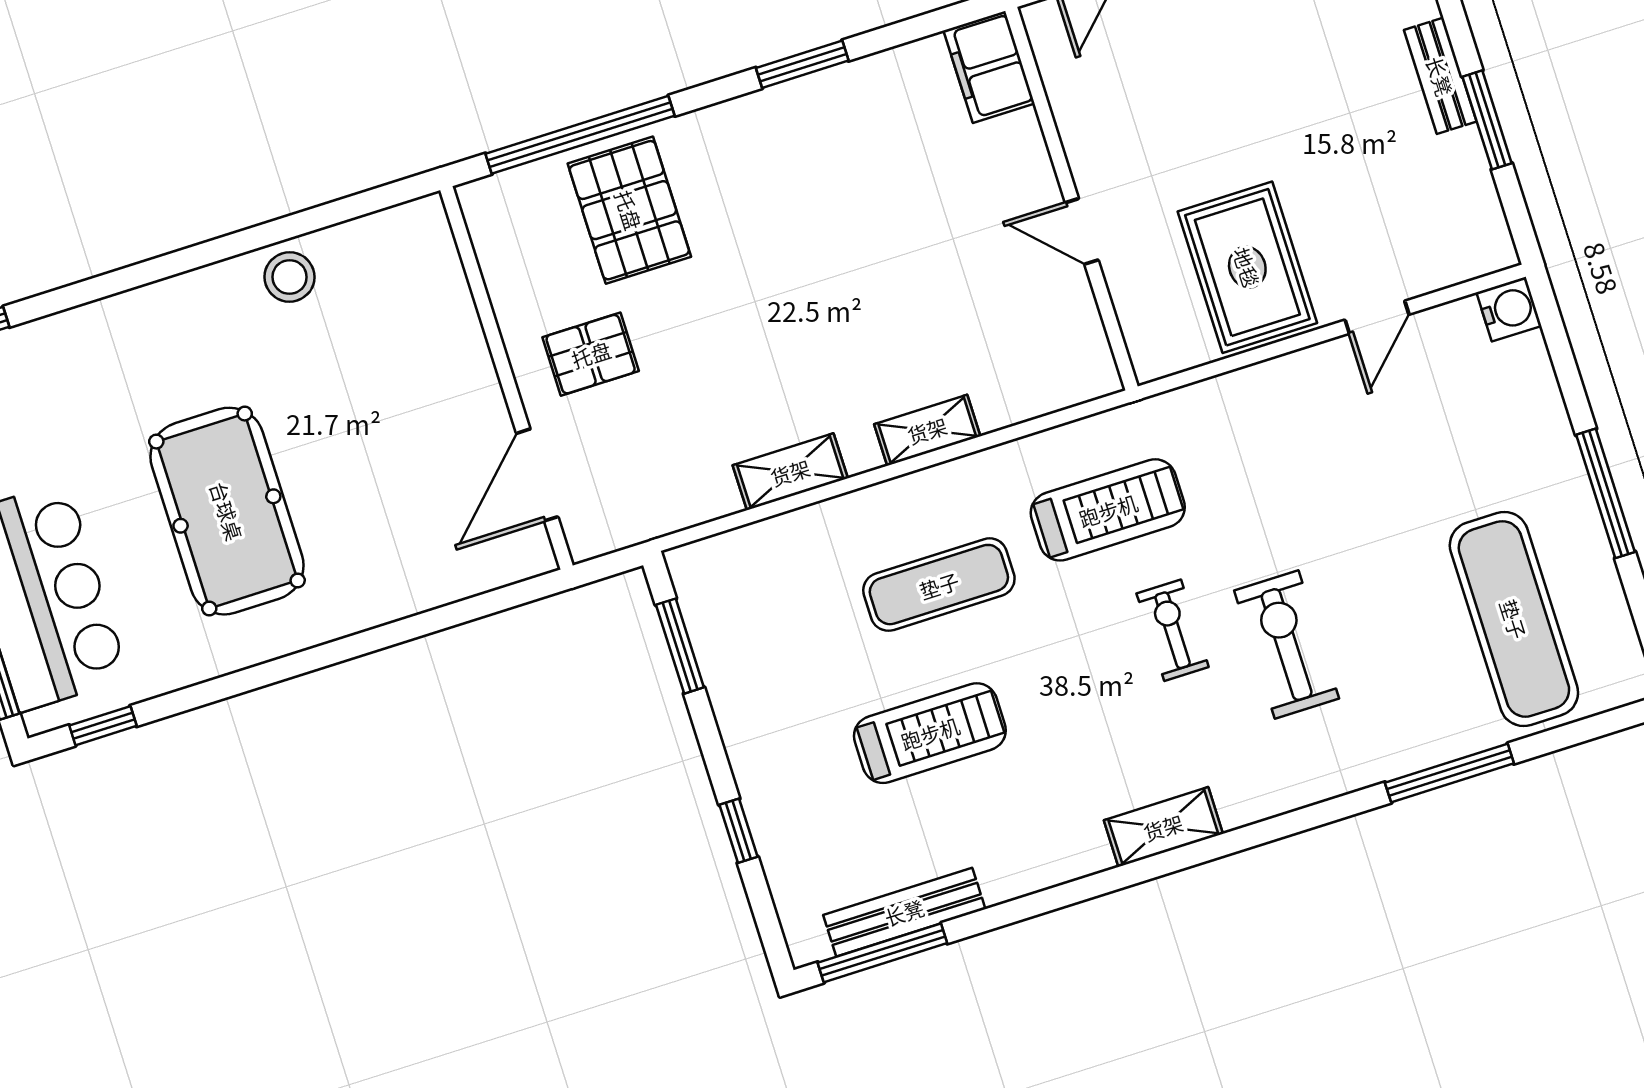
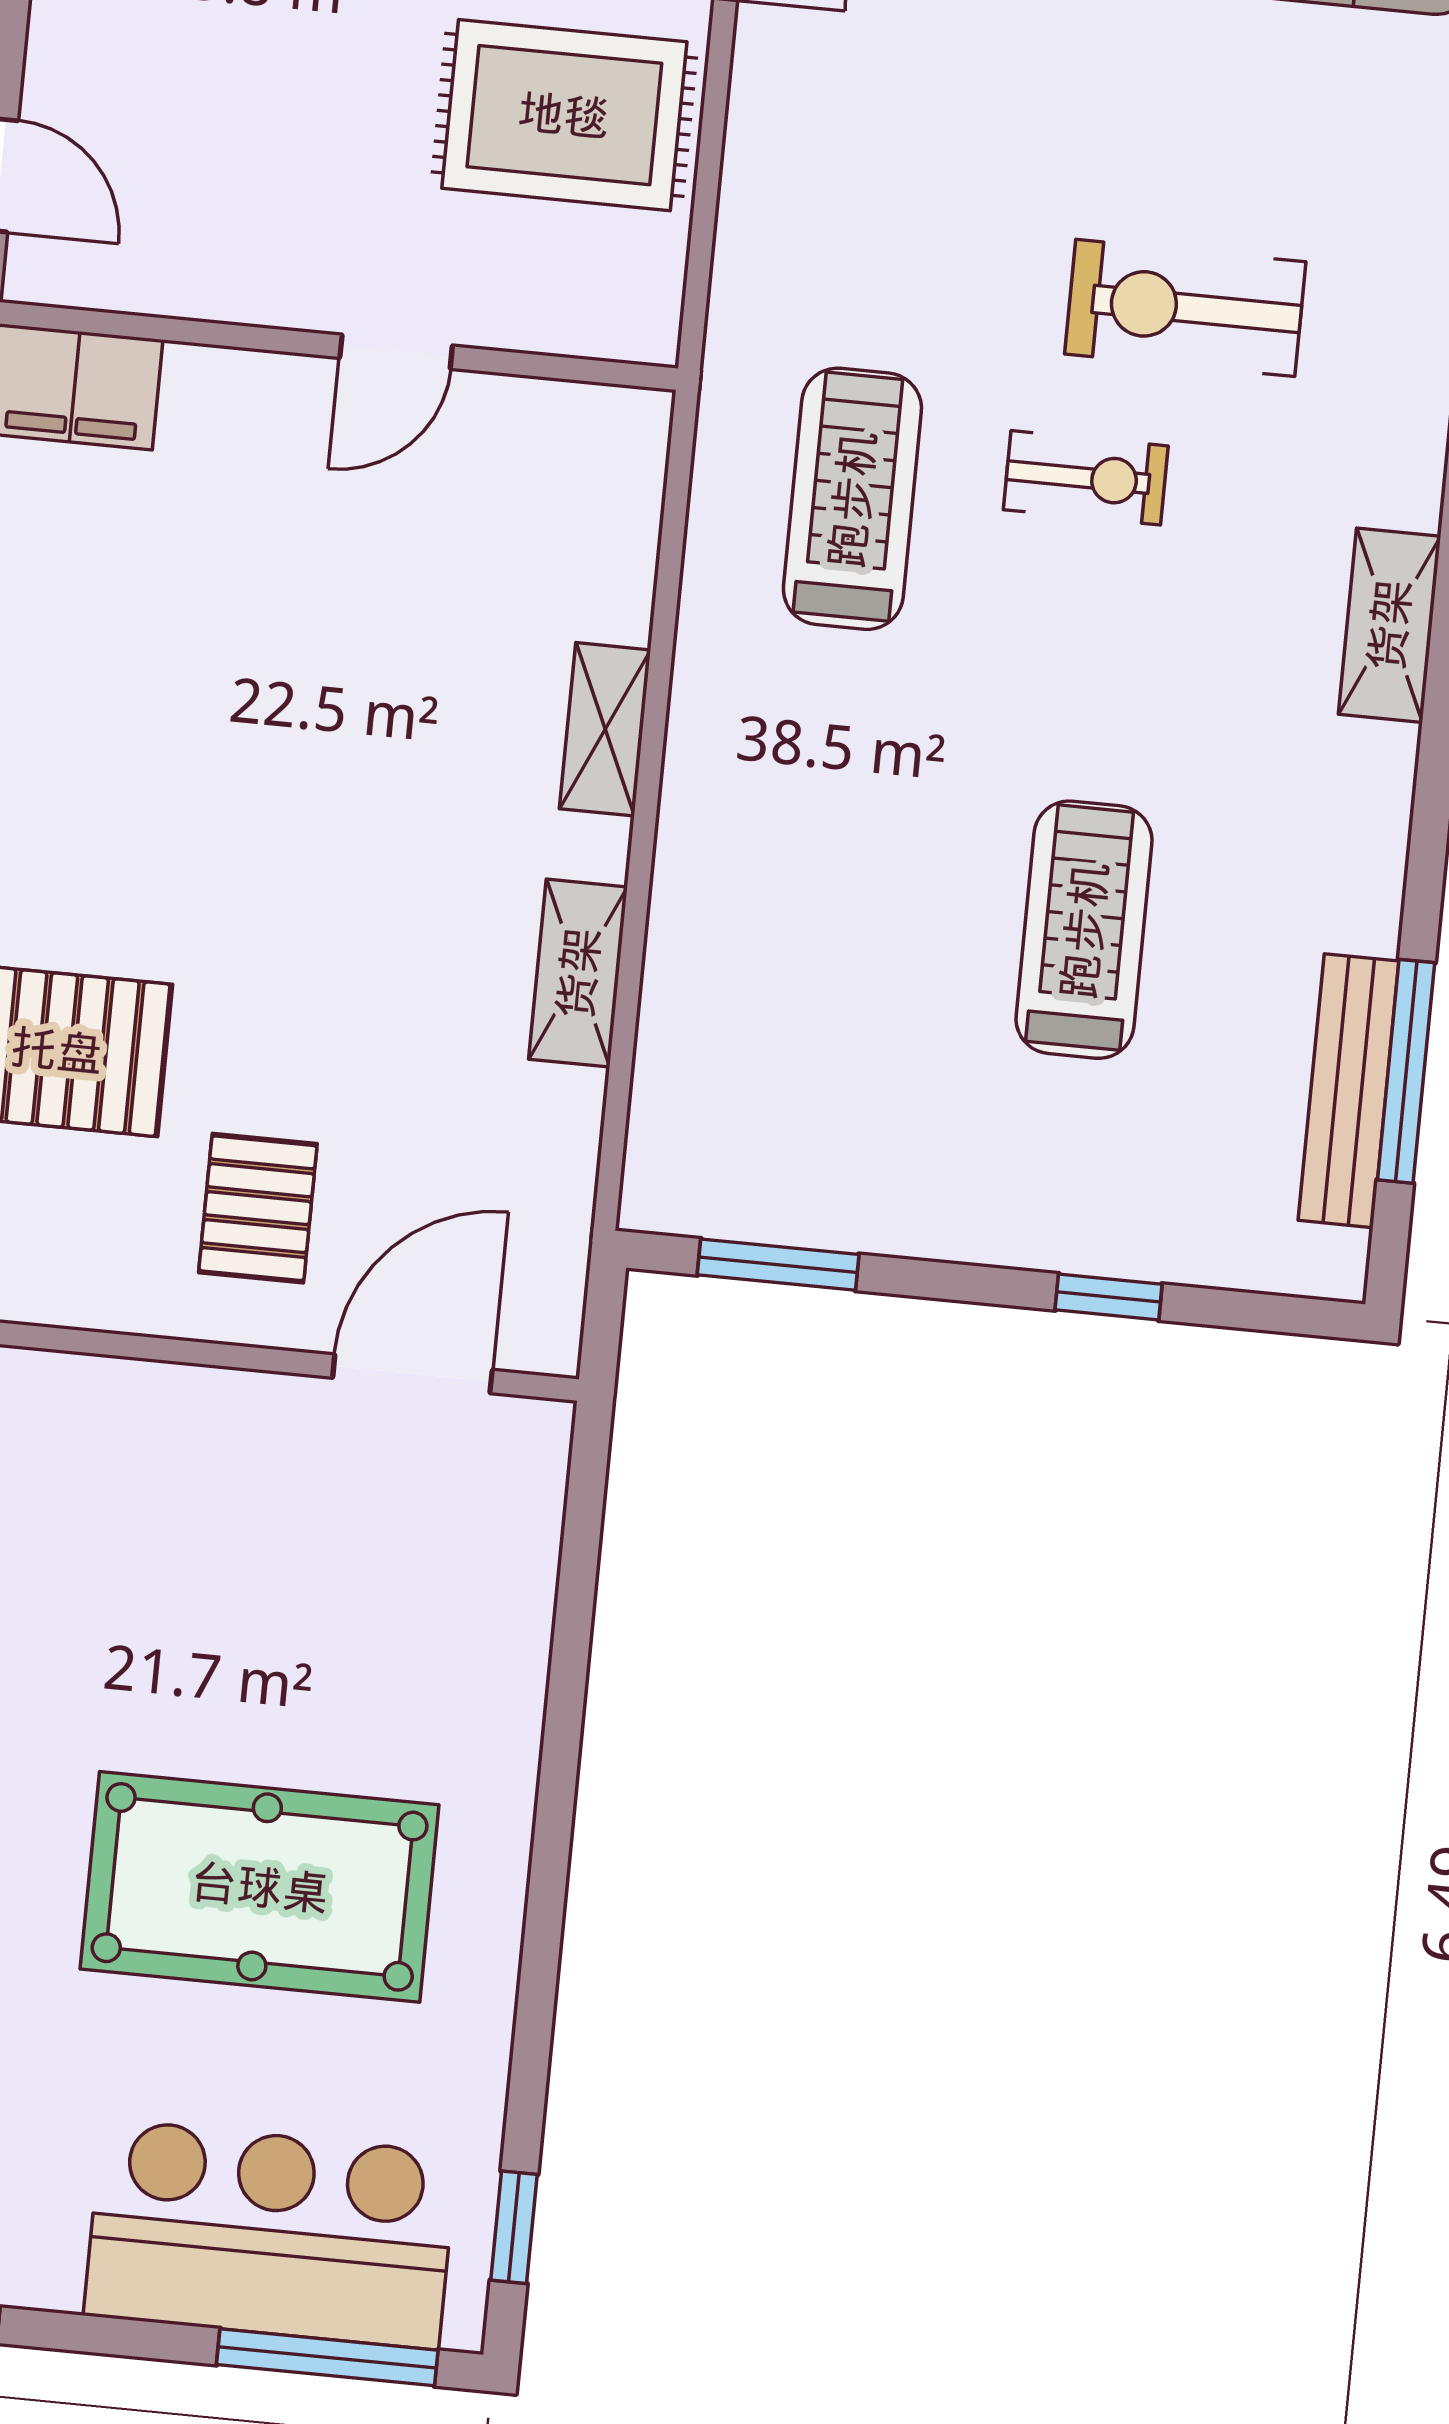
door: (537, 475) -> (412, 1374), swing flipped
exercise mat: (939, 585) -> (856, 815), removed
exercise bike: (1173, 630) -> (1086, 478), turned 180
window: (882, 953) -> (1406, 1071), moved

